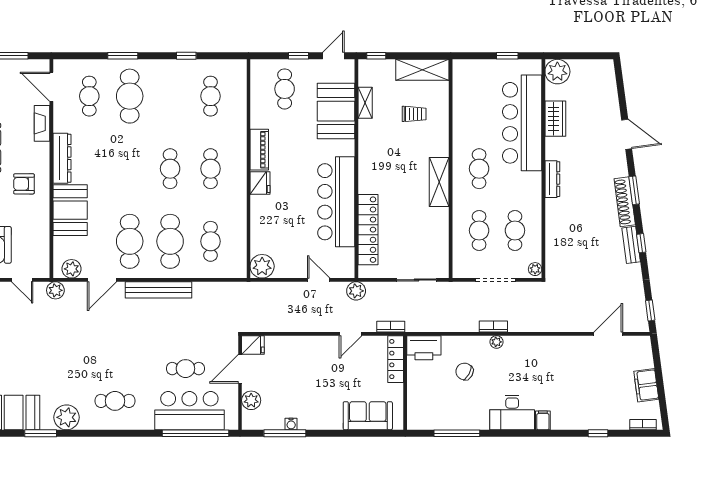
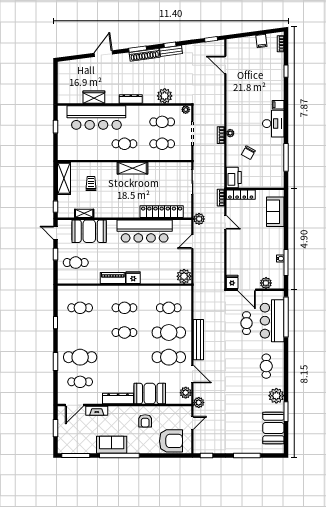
plant: (557, 72) -> (165, 96), moved
armchair: (24, 184) -> (145, 421), moved
filing cabinet: (646, 385) -> (261, 41), width x0.50

